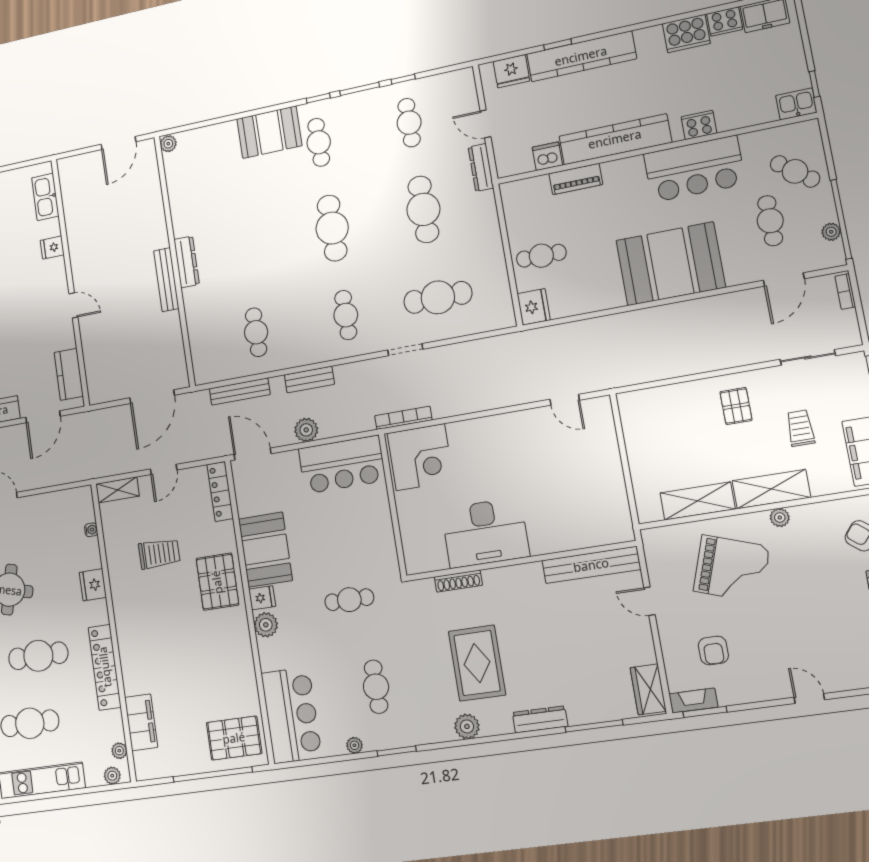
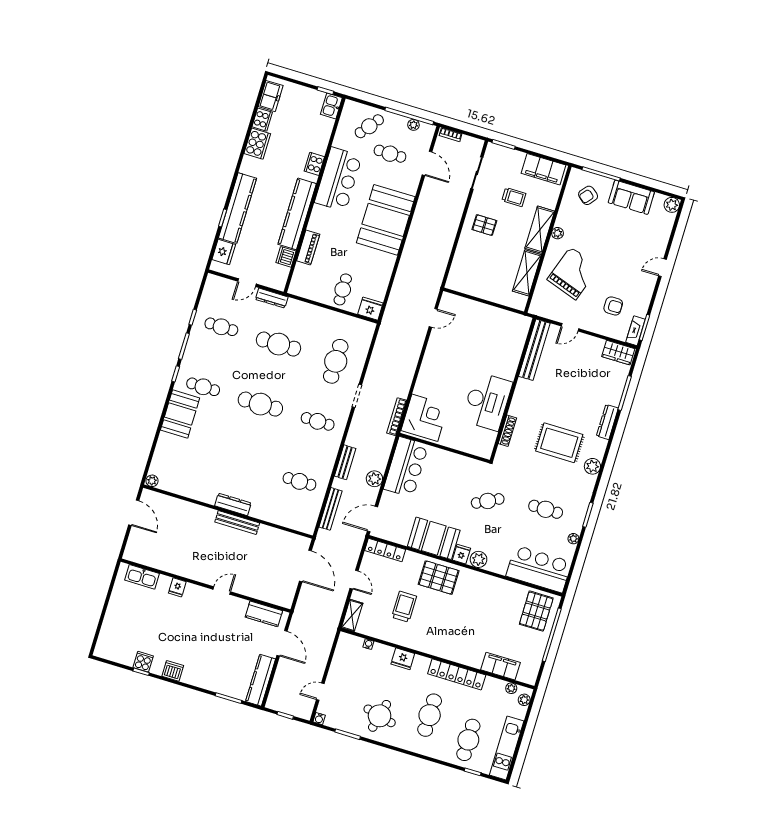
trolley: (800, 428) -> (514, 197), turned 180
cafe table: (349, 600) -> (488, 501), turned 63

